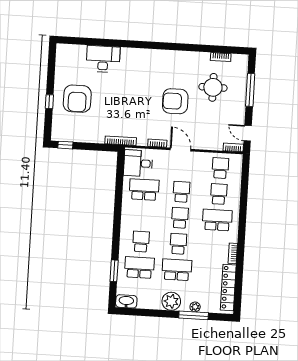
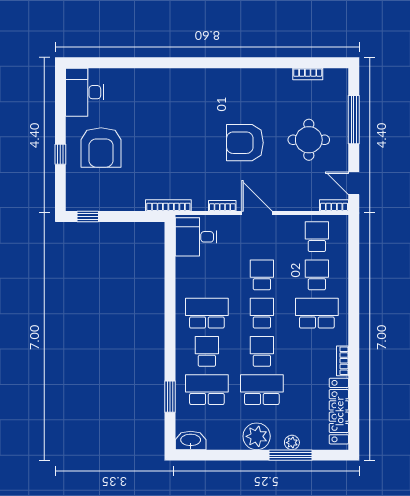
desk: (103, 59) -> (85, 92), moved, turned -90
round table: (213, 87) -> (309, 140), moved
school desk: (144, 190) -> (207, 313), moved

